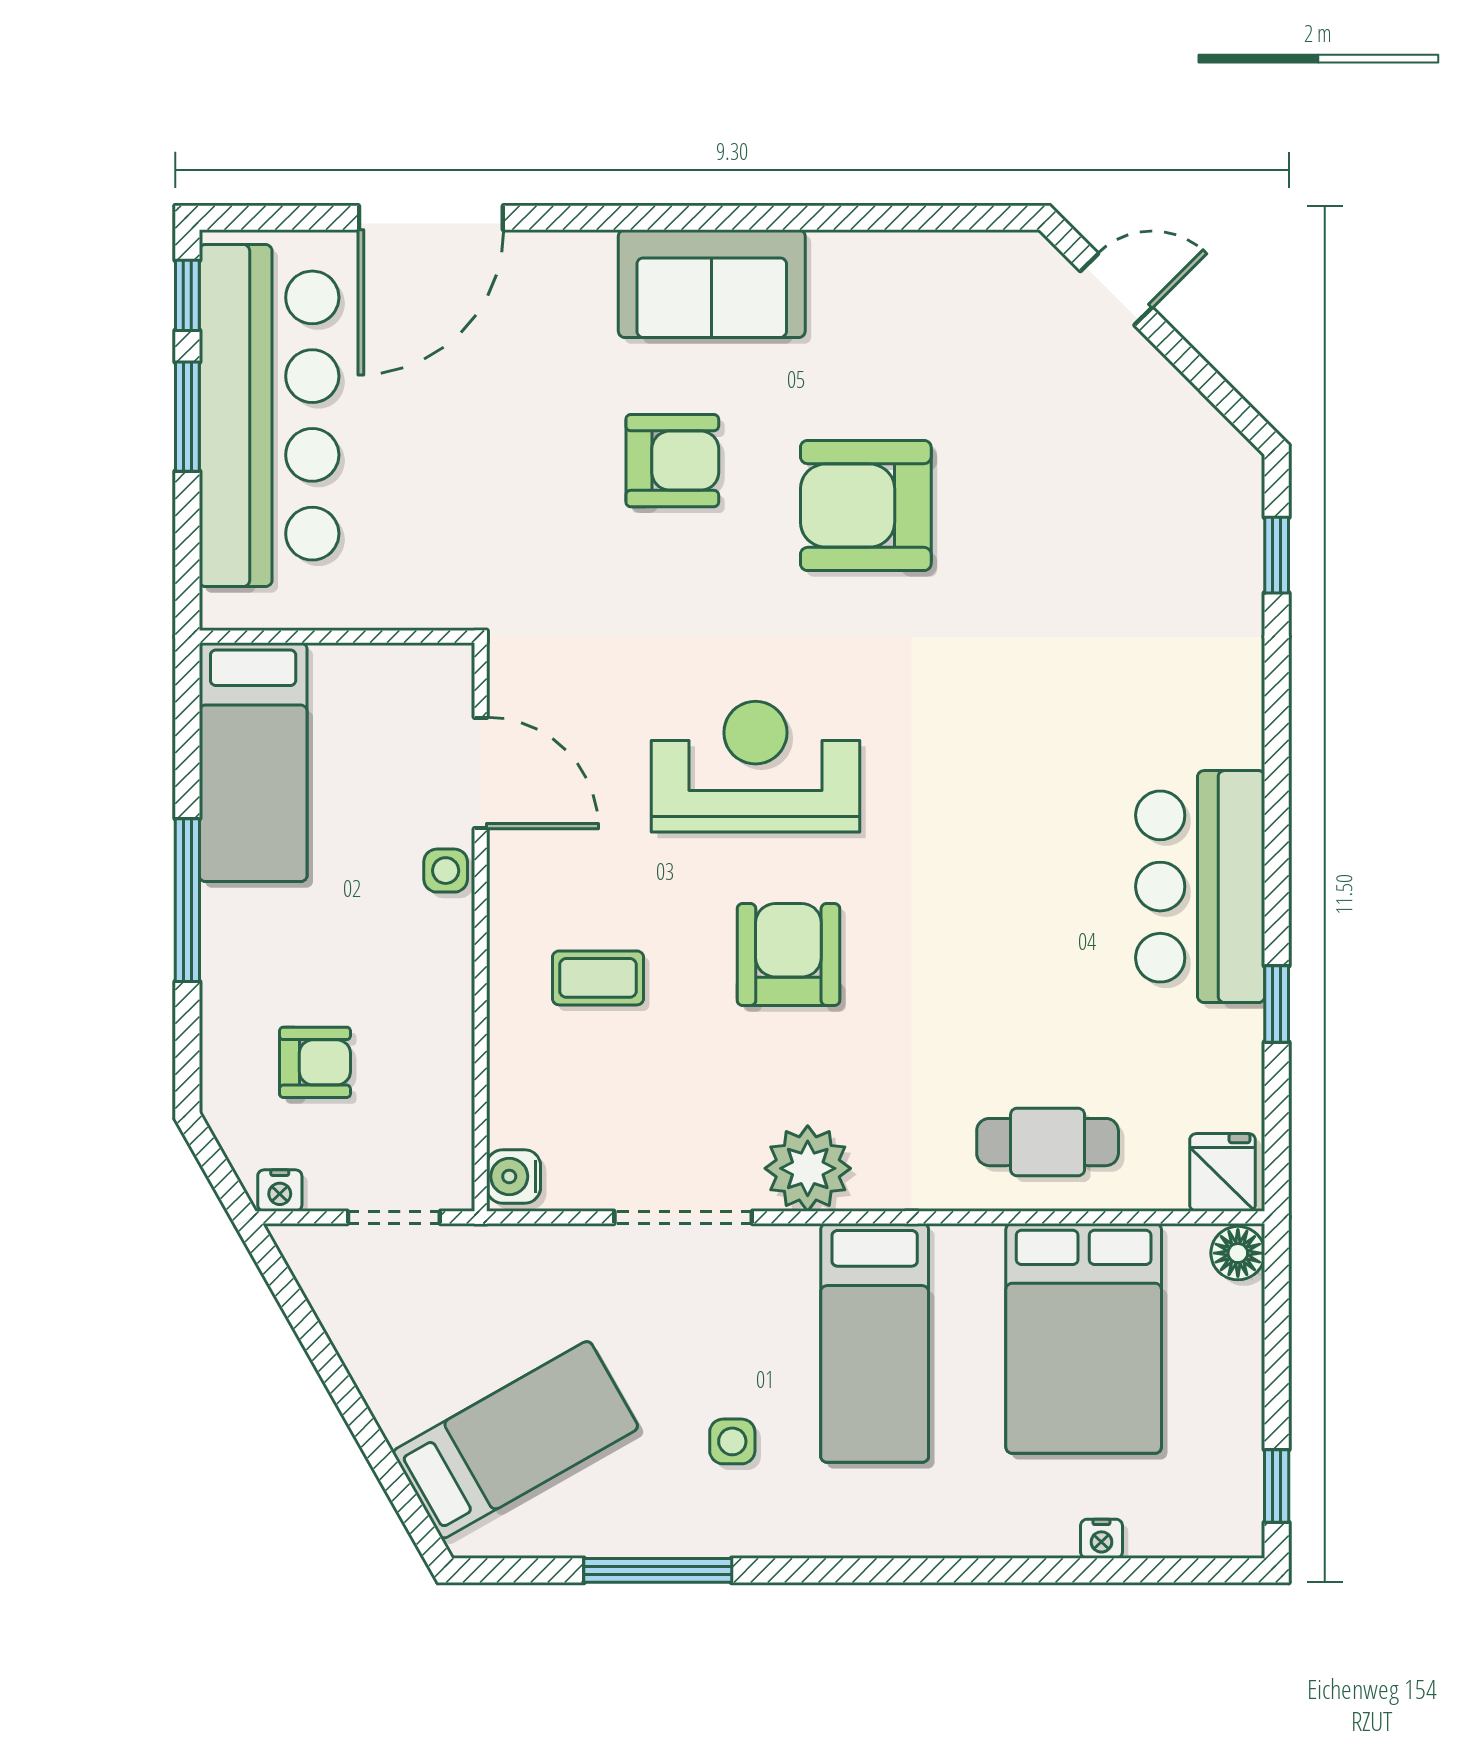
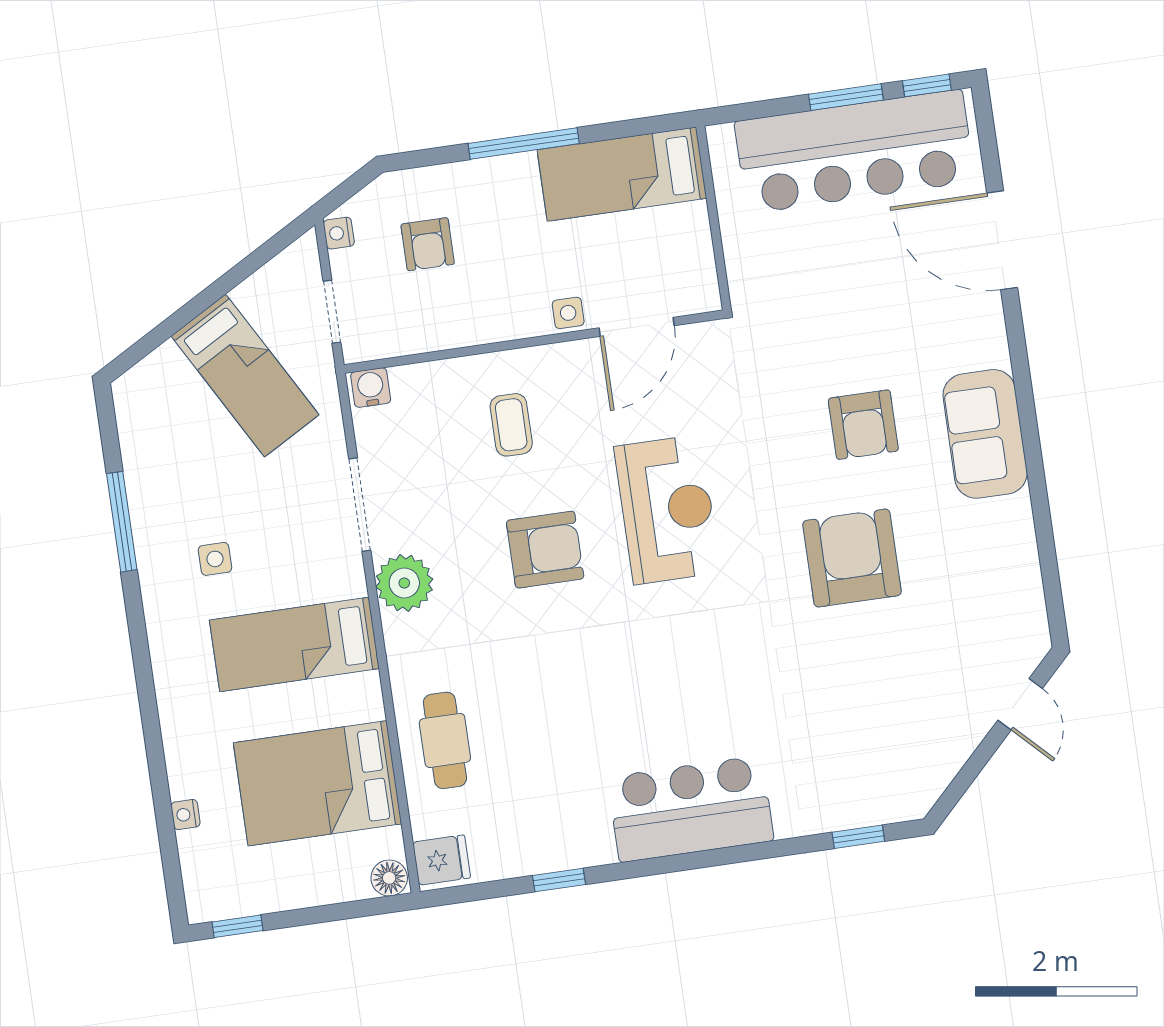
bar counter: (1200, 887) -> (691, 809), moved
bed: (515, 1440) -> (245, 376), moved

